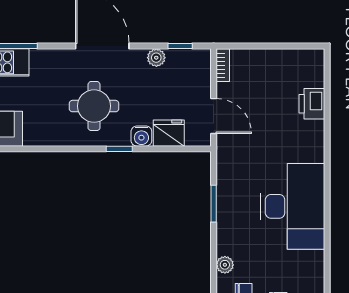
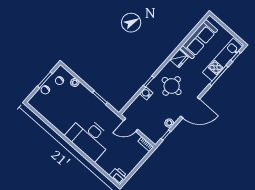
printer: (312, 104) -> (118, 176), moved
fridge: (169, 133) -> (179, 58), moved
desk: (292, 206) -> (89, 138), moved

